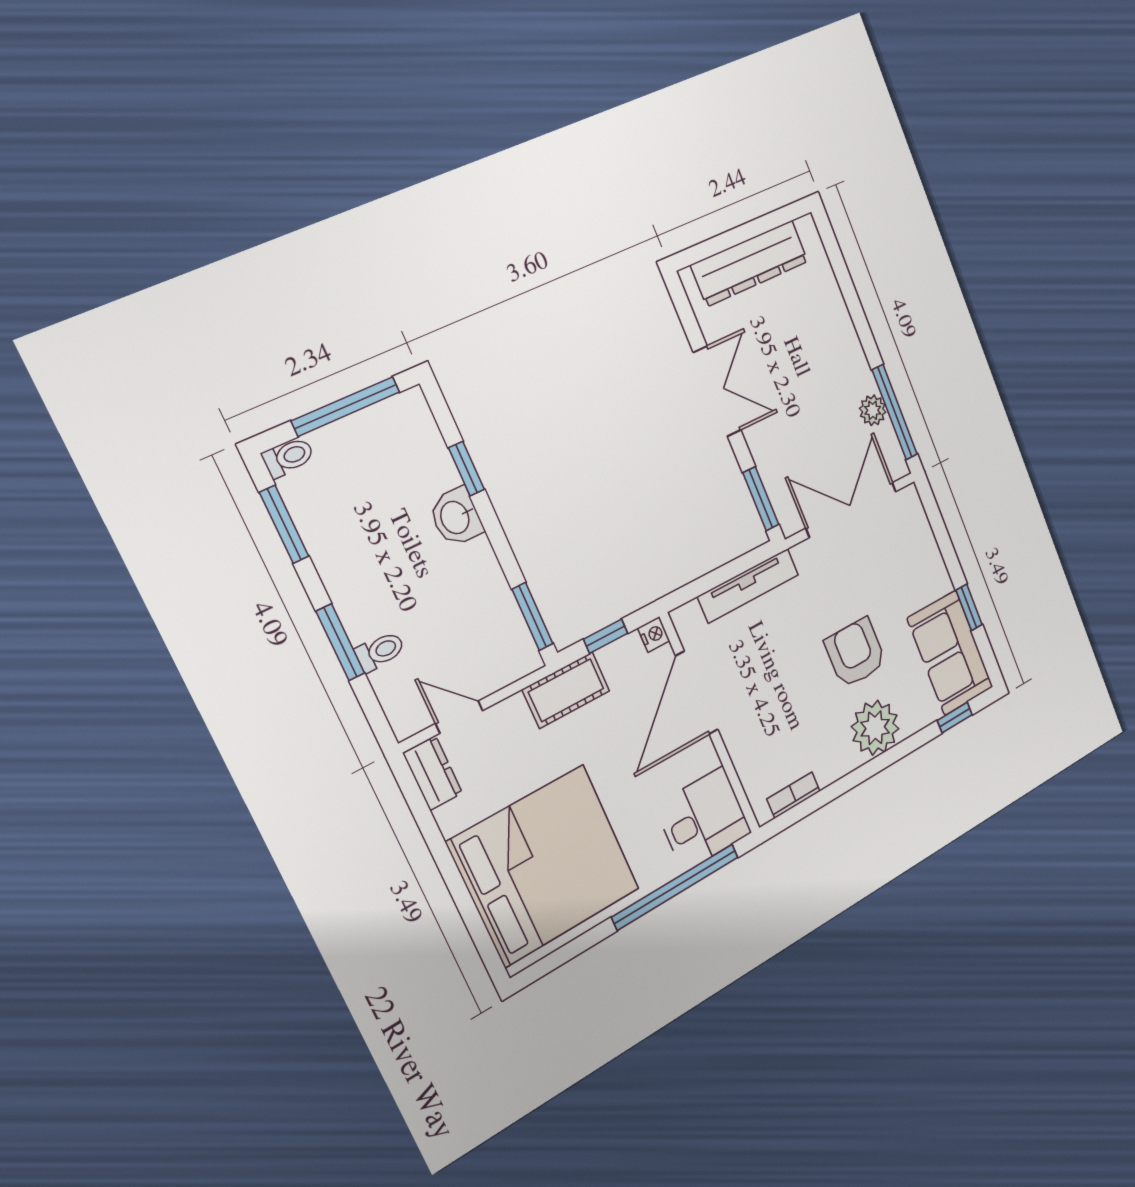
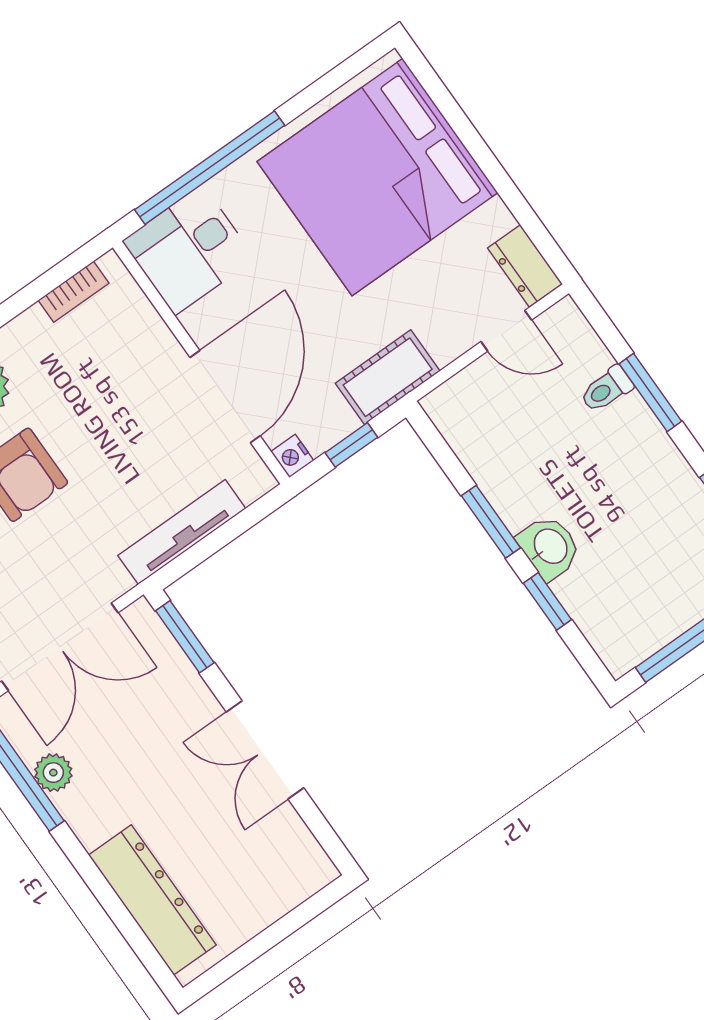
dresser: (750, 263) -> (152, 900), moved, turned 90
window: (532, 616) -> (491, 522), moved

